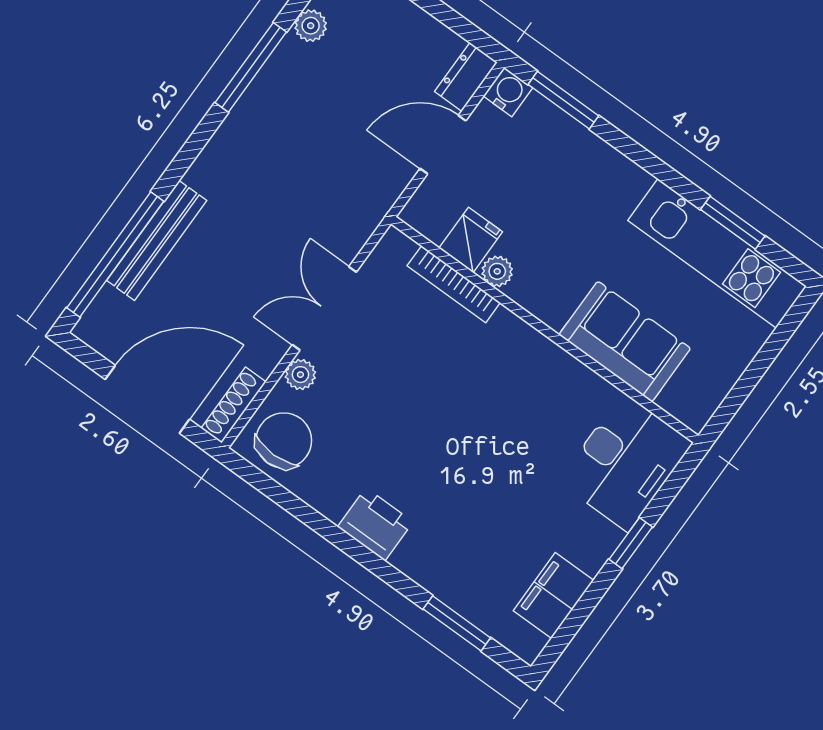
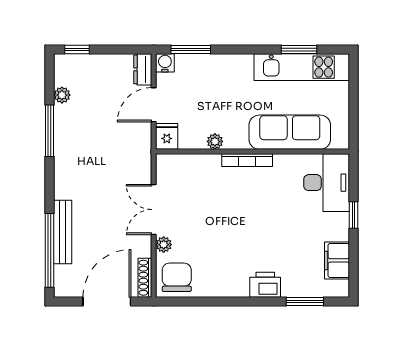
fridge: (471, 240) -> (167, 136), moved
bookcase: (454, 284) -> (247, 160), moved
sofa: (625, 342) -> (290, 132), width x1.36
printer: (375, 524) -> (265, 285), moved

